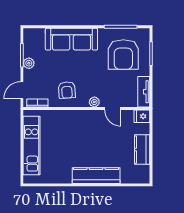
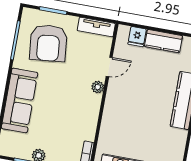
armchair: (123, 55) -> (48, 43), turned 84
armchair: (67, 90) -> (78, 117), removed
fridge: (142, 116) -> (137, 37), moved

